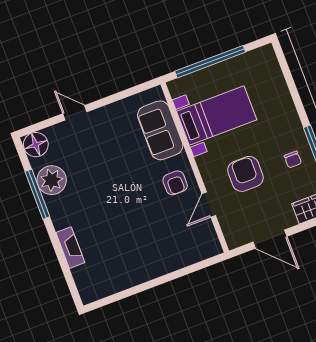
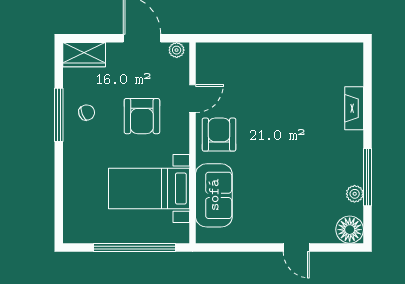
chair: (293, 159) -> (87, 112), turned 69
plant: (52, 180) -> (355, 194), width x0.53, depth x0.53
armchair: (175, 183) -> (219, 135), width x1.38, depth x1.38
plant: (237, 240) -> (177, 50), added

